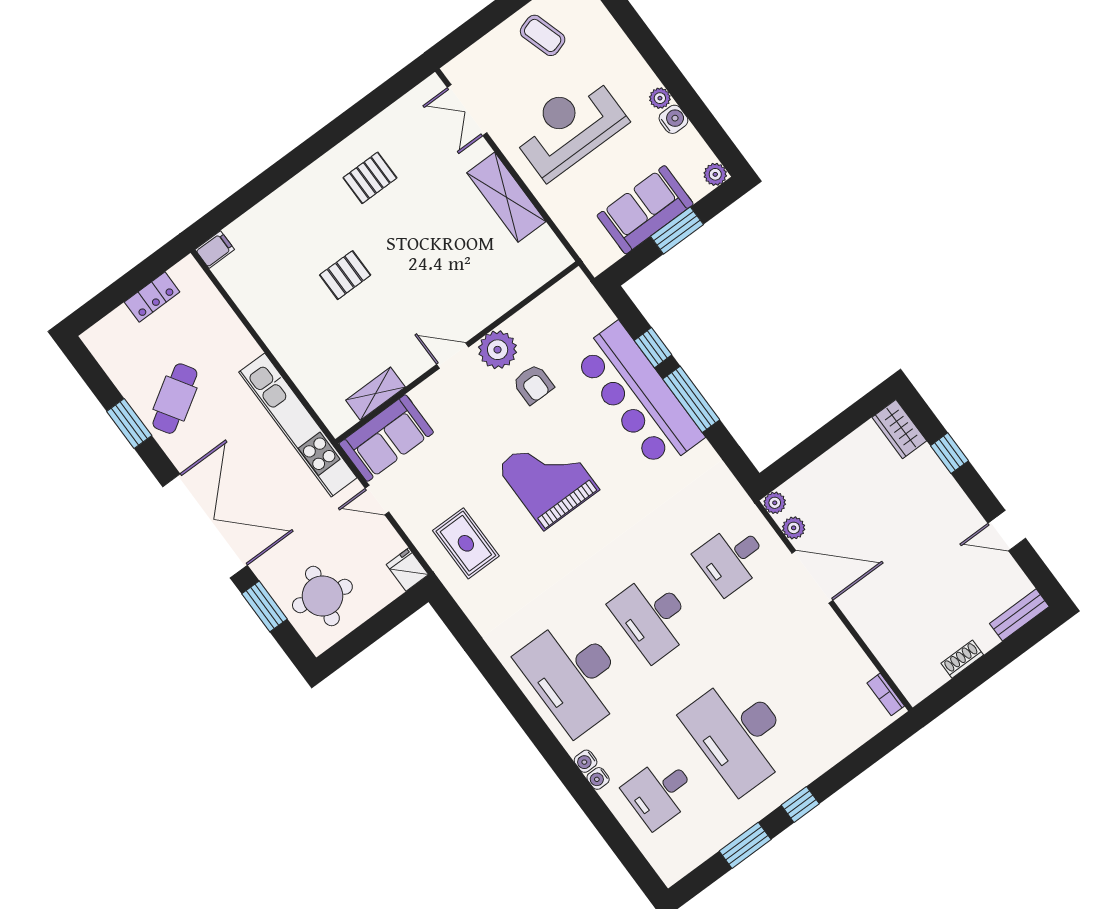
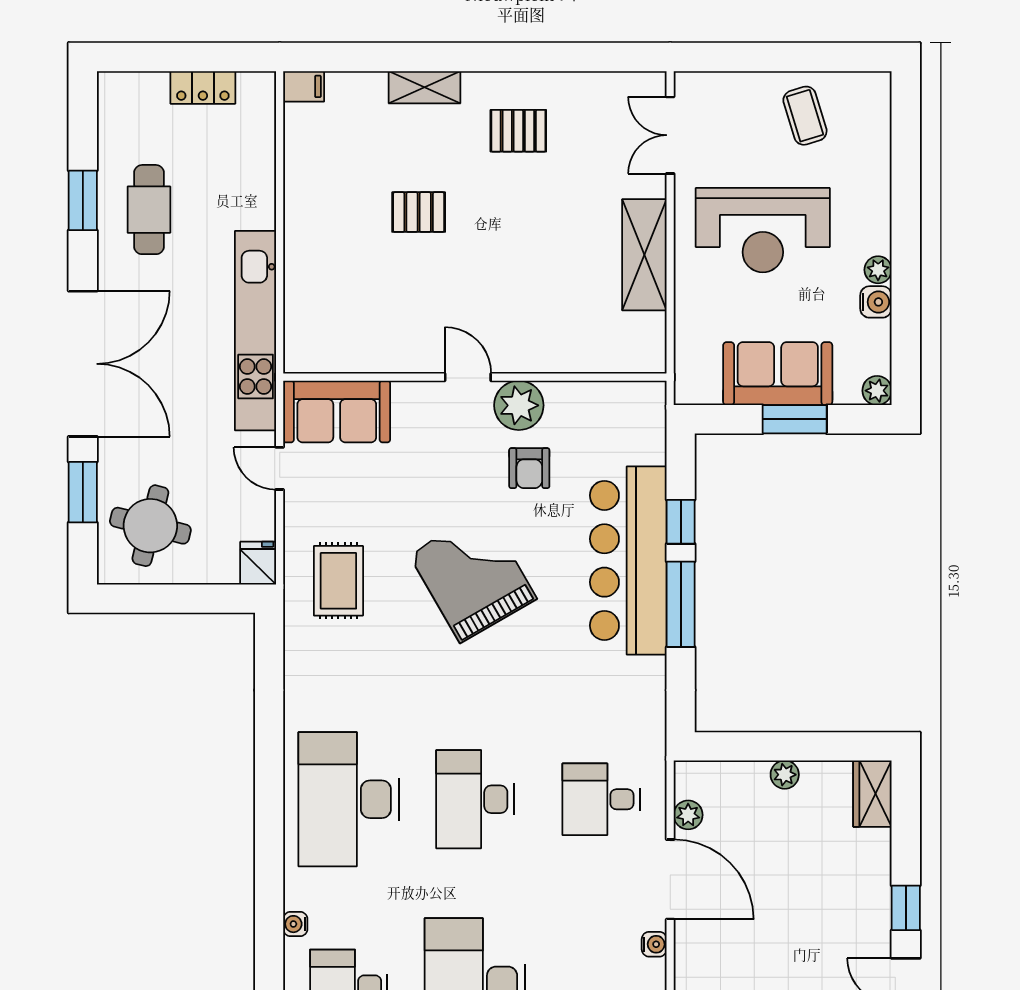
reception desk: (569, 127) -> (763, 230), turned 180
shelving: (375, 394) -> (425, 87), moved
cafe table: (175, 399) -> (149, 210), turned -58
window: (949, 453) -> (906, 908), moved
grand piano: (548, 478) -> (473, 576), turned -30
plant: (775, 503) -> (785, 775), moved
water cooler: (586, 761) -> (654, 944), moved, turned 180

